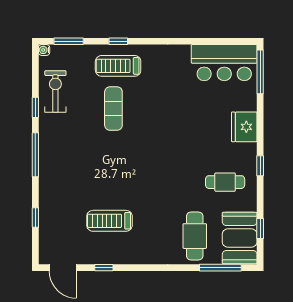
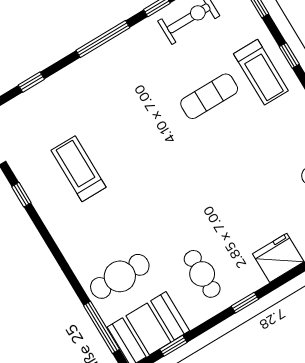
treadmill: (118, 66) -> (261, 72), turned 180

